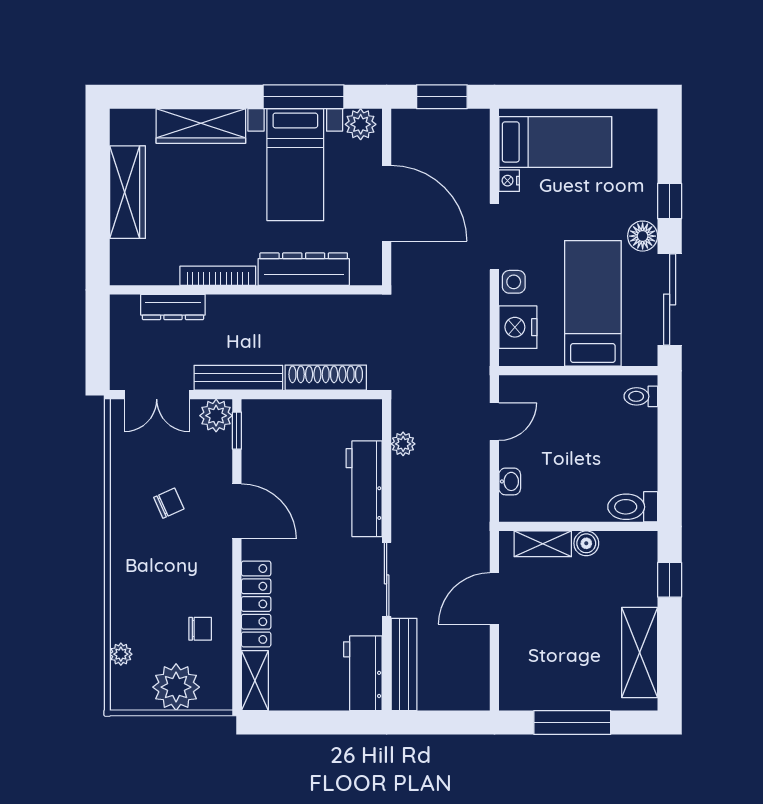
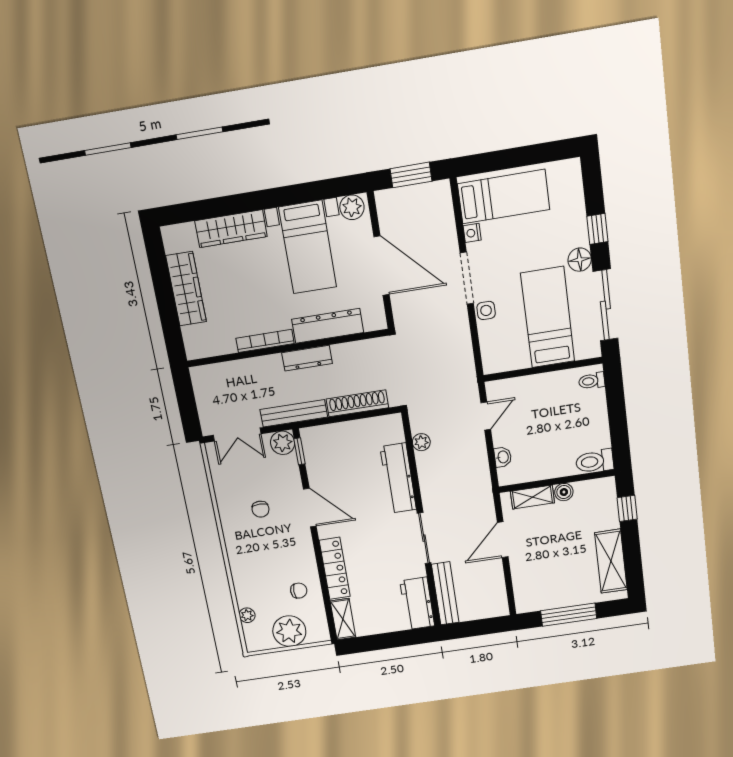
window: (304, 97) -> (305, 193), removed
dresser: (173, 307) -> (307, 358), moved
nightstand: (518, 327) -> (494, 344), removed
chair: (169, 503) -> (261, 509), turned 114

